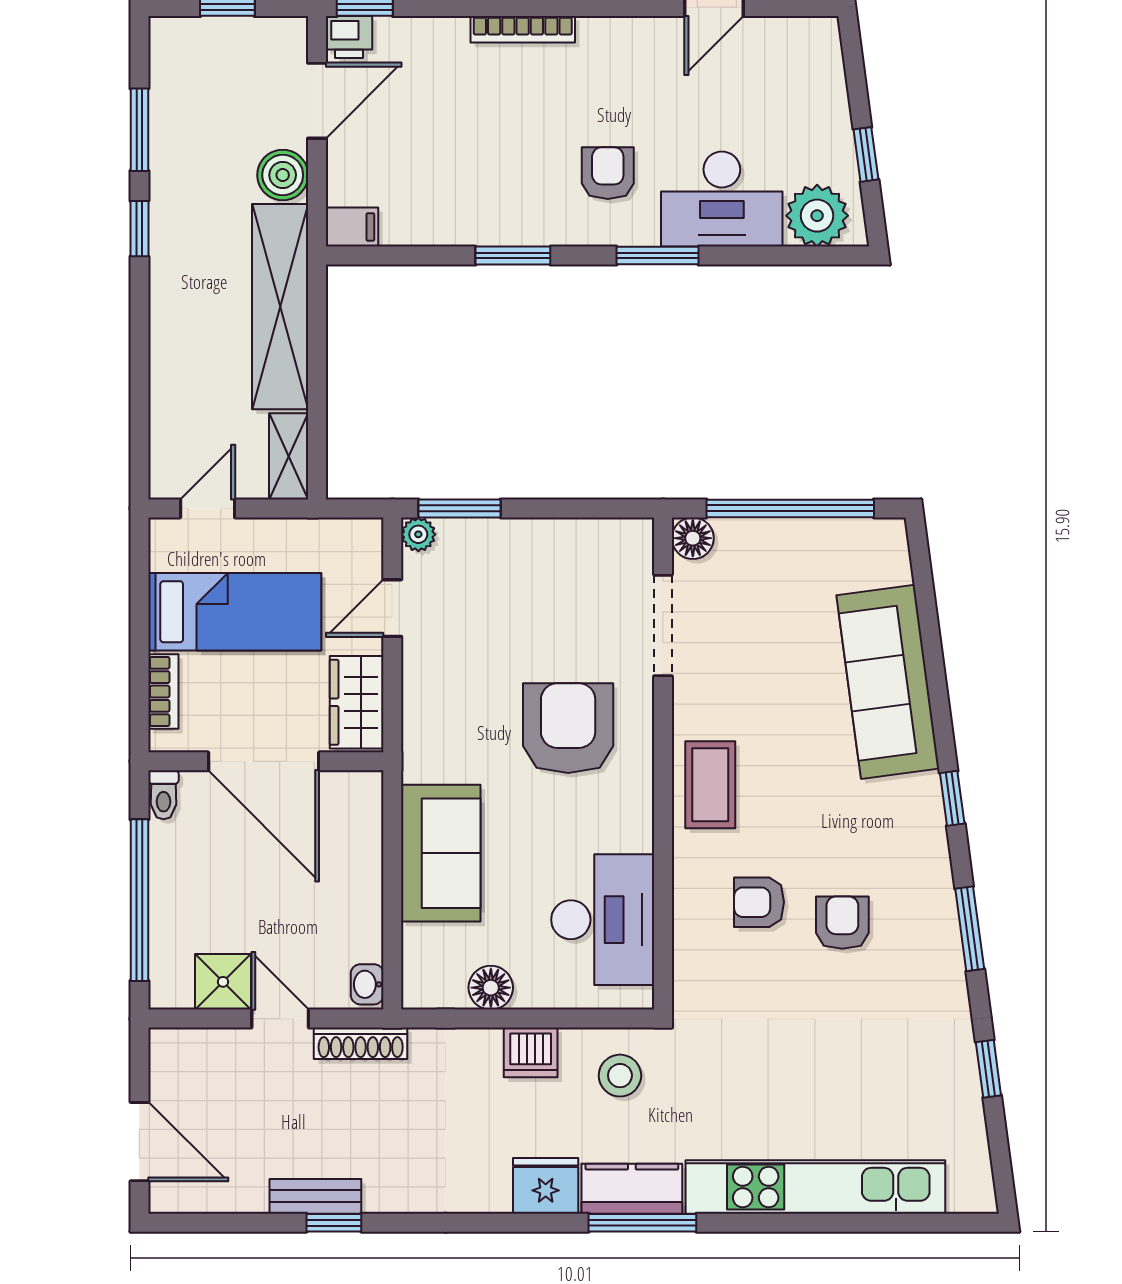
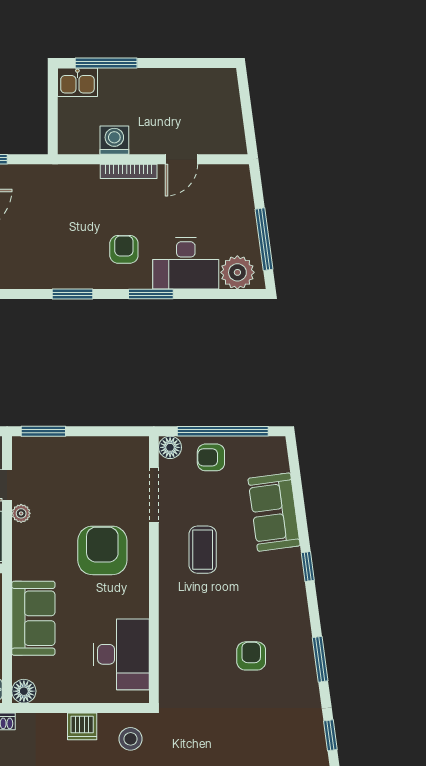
bookcase: (523, 29) -> (129, 171), moved
window: (866, 154) -> (264, 239), width x2.17
plant: (418, 534) -> (21, 513), moved
sofa: (888, 682) -> (274, 512), width x0.73
coffee table: (710, 785) -> (203, 550), moved
window: (952, 798) -> (308, 566), moved
armchair: (759, 902) -> (211, 457), moved
floor lamp: (491, 988) -> (24, 691), moved

